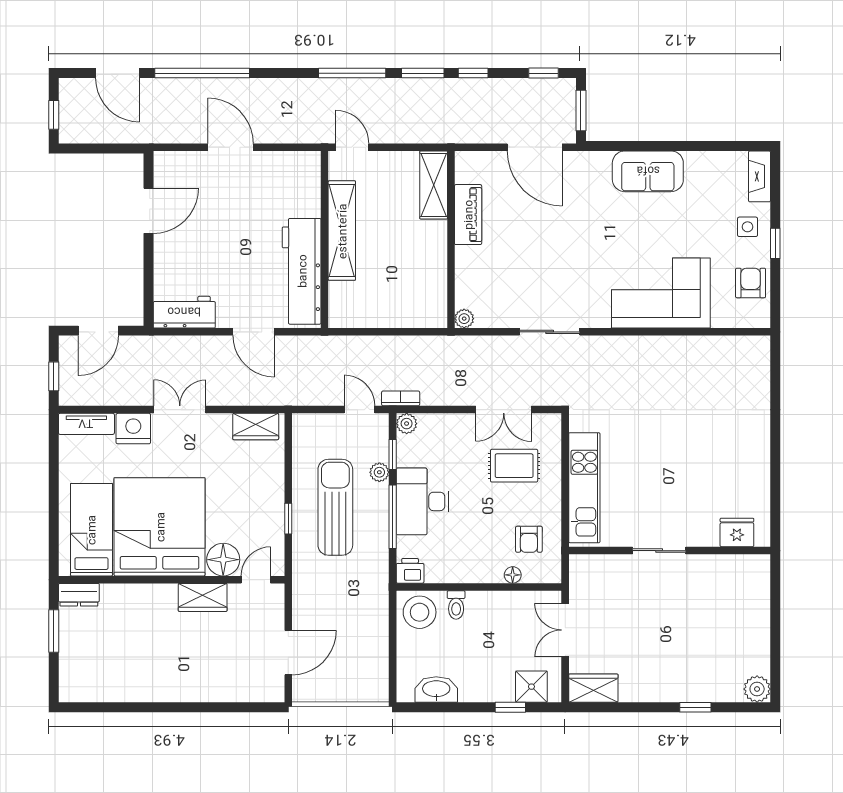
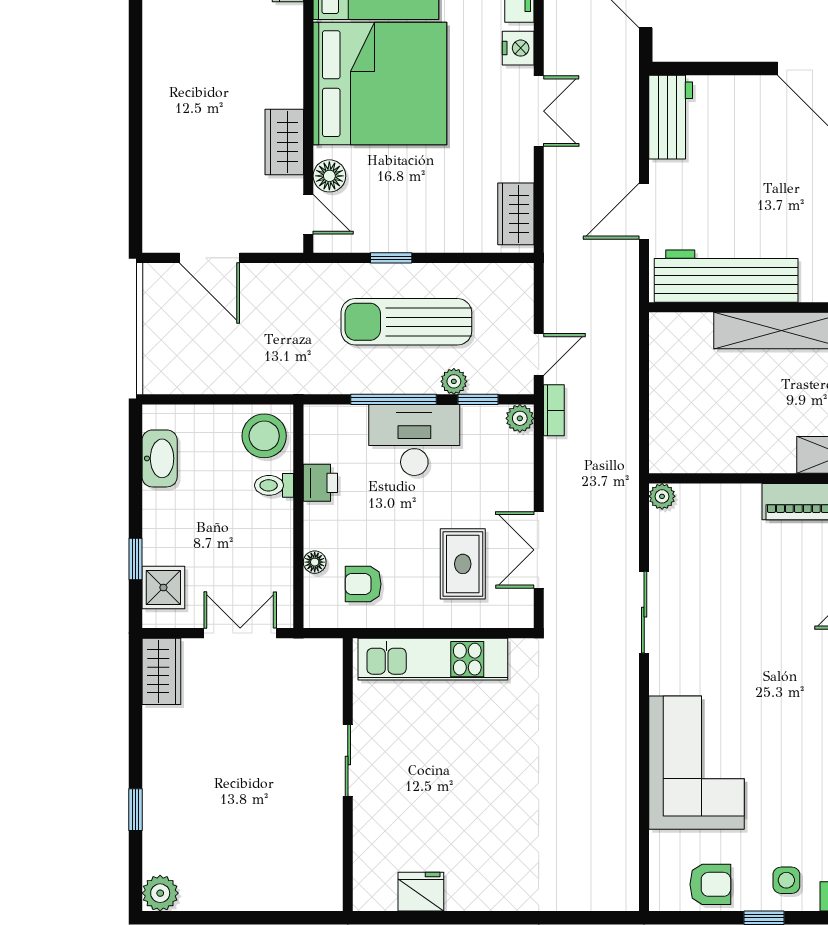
nightstand: (133, 429) -> (518, 48), width x0.74, depth x0.75
sun lounger: (335, 507) -> (406, 322), turned 180
fridge: (737, 532) -> (421, 892), moved, turned -90
floor lamp: (223, 560) -> (329, 176), width x0.73, depth x0.73
printer: (410, 571) -> (320, 483), moved

